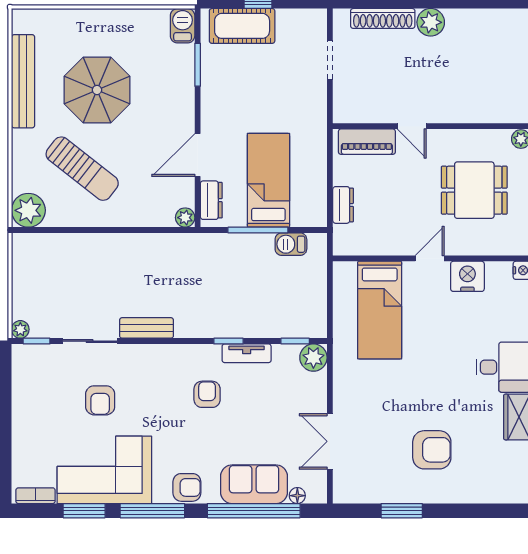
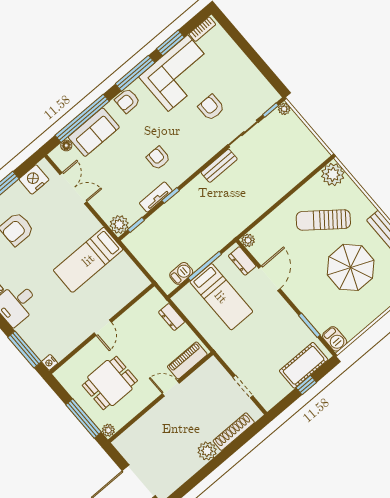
nightstand: (467, 276) -> (34, 179), moved, turned 180
bed: (380, 310) -> (88, 260), moved, turned -90
armchair: (207, 394) -> (158, 158), turned 180

